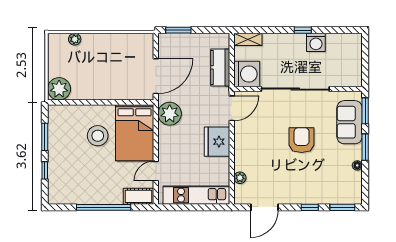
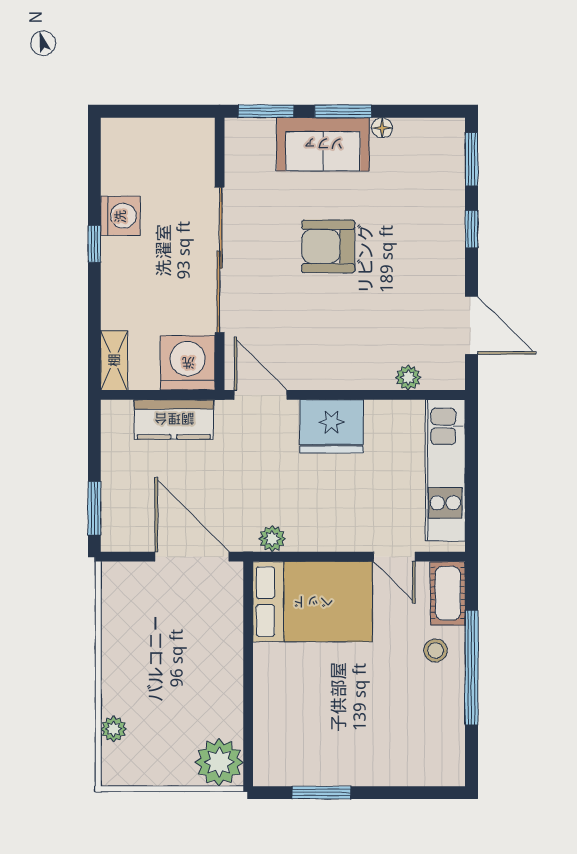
plant: (170, 114) -> (272, 539), width x0.53, depth x0.53
sofa: (350, 122) -> (323, 144), moved
stool: (98, 136) -> (436, 651), moved, width x0.53, depth x0.53
window: (45, 170) -> (392, 793), removed

